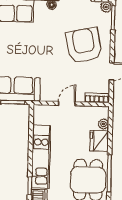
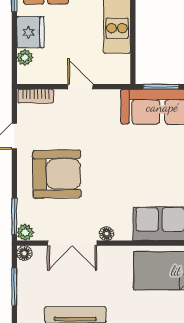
armchair: (84, 45) -> (57, 174), turned -79
door: (67, 104) -> (80, 87), swing flipped

